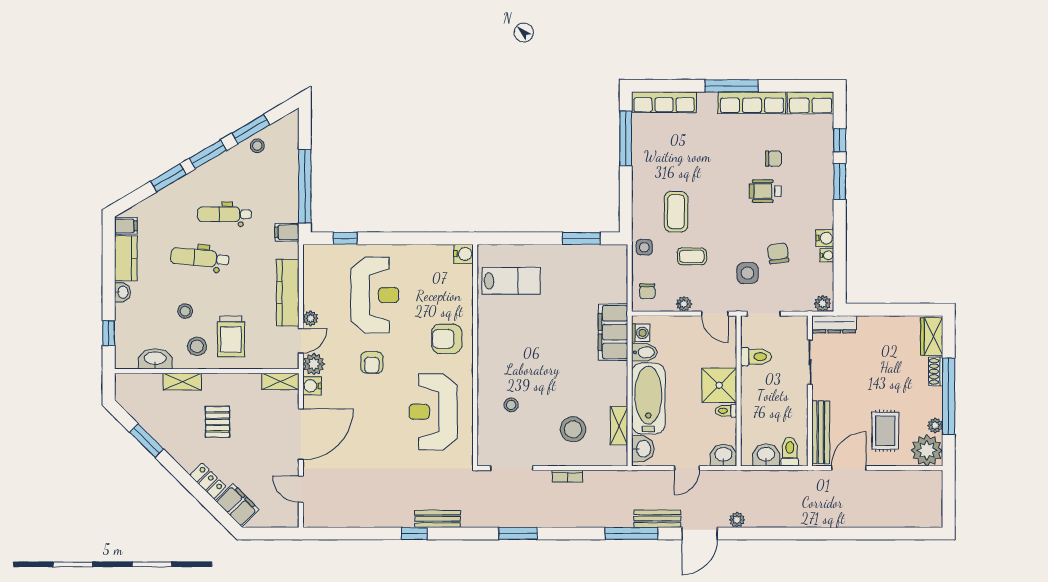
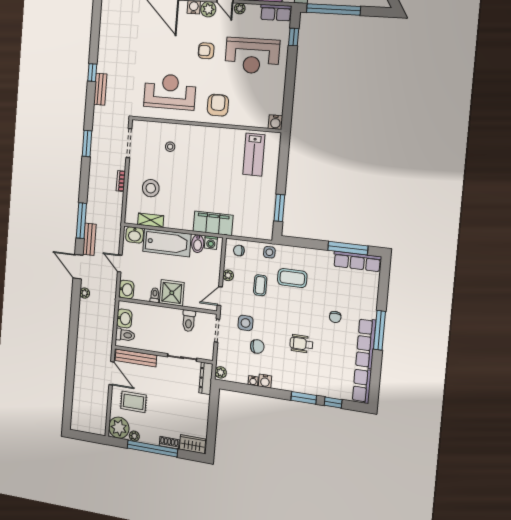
row of seats: (664, 102) -> (357, 261), moved, turned -90
chair: (773, 159) -> (335, 317), moved
wheelchair: (765, 191) -> (301, 344), turned -90
row of seats: (313, 266) -> (276, 13), added

